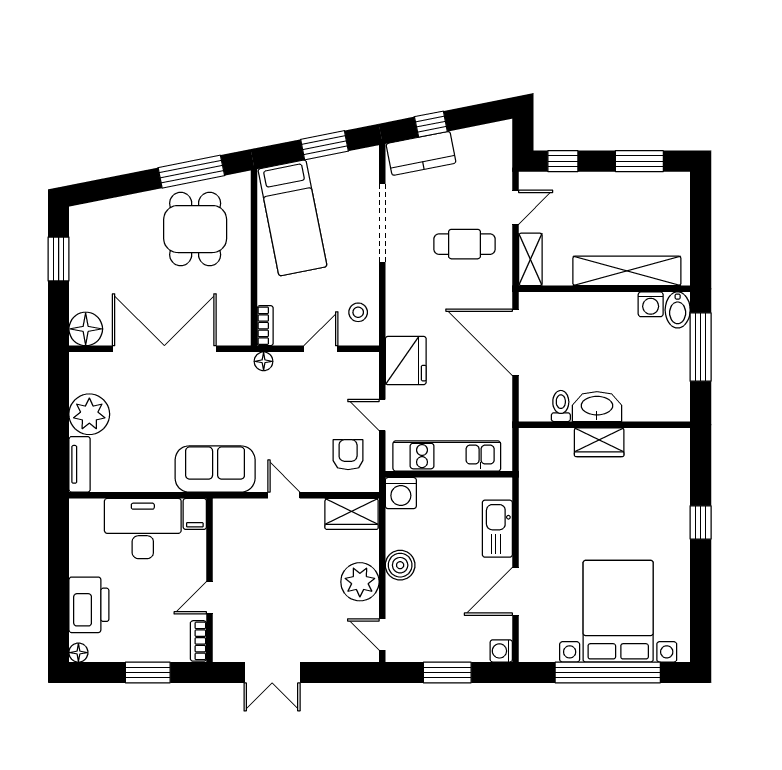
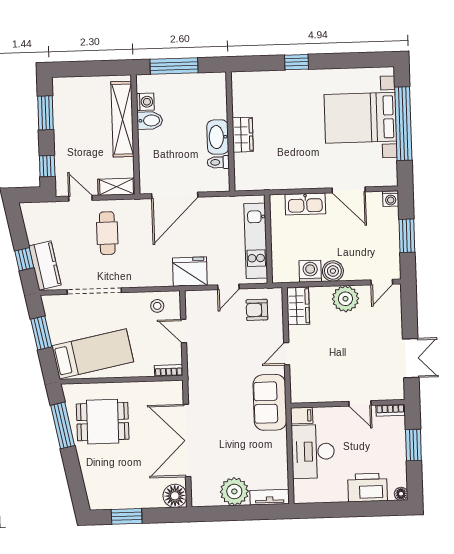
bidet: (678, 310) -> (150, 121), moved
floor lamp: (264, 361) -> (194, 371), removed
washing machine: (401, 493) -> (310, 271), moved, turned -90

